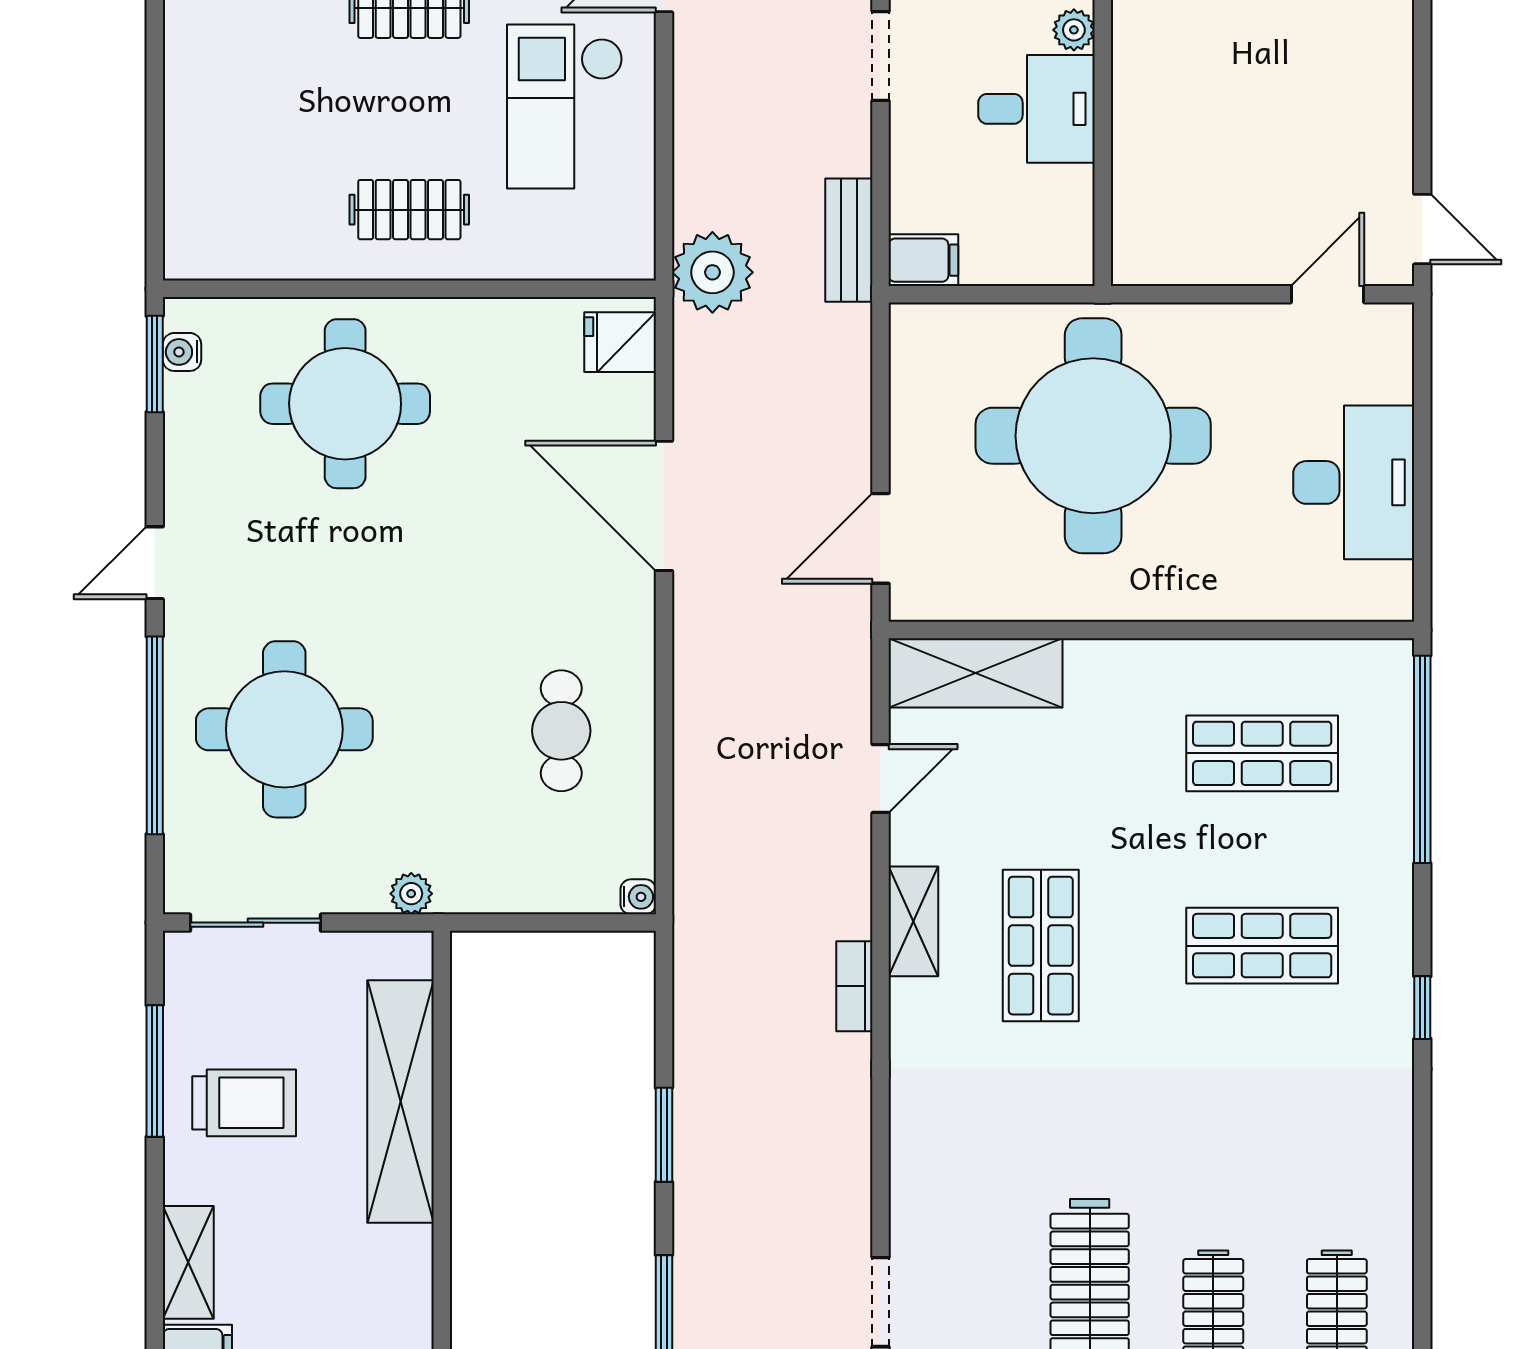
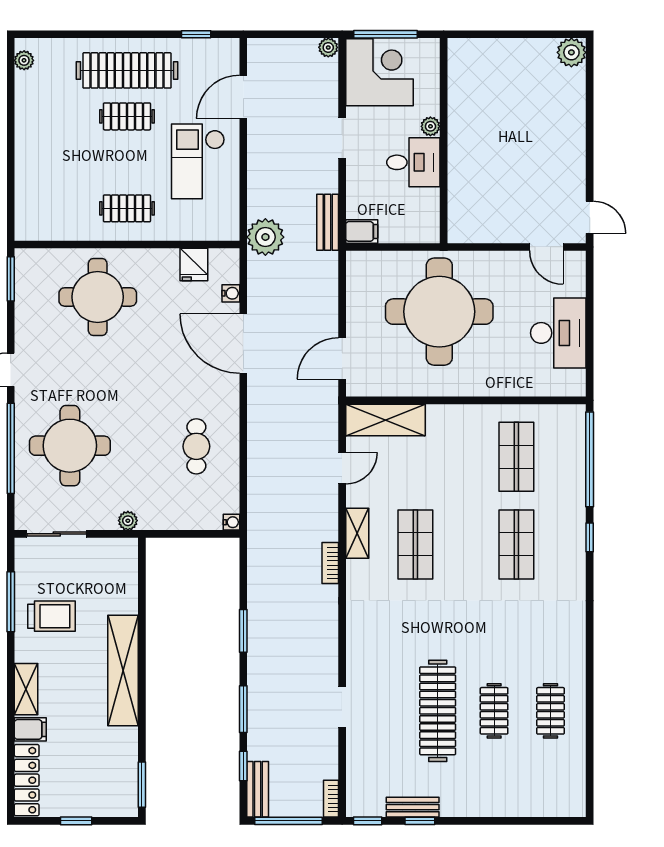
door: (1328, 294) -> (546, 247), swing flipped
fridge: (620, 342) -> (194, 265), moved, turned -90
water cooler: (182, 352) -> (231, 293), moved, turned 180
shop shelf: (1262, 753) -> (516, 457), turned 90
shop shelf: (1262, 946) -> (516, 544), turned 90
window: (1422, 1008) -> (590, 537), moved
shelving: (401, 1102) -> (123, 671), moved

